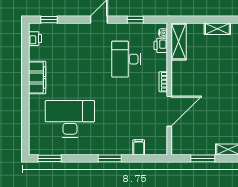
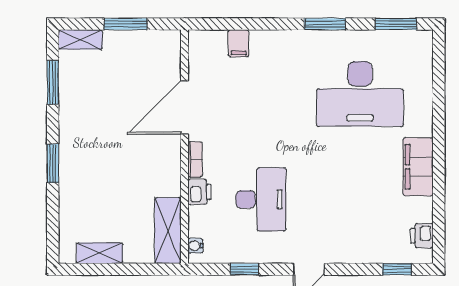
printer: (161, 45) -> (200, 192), moved
window: (110, 158) -> (325, 24), moved

